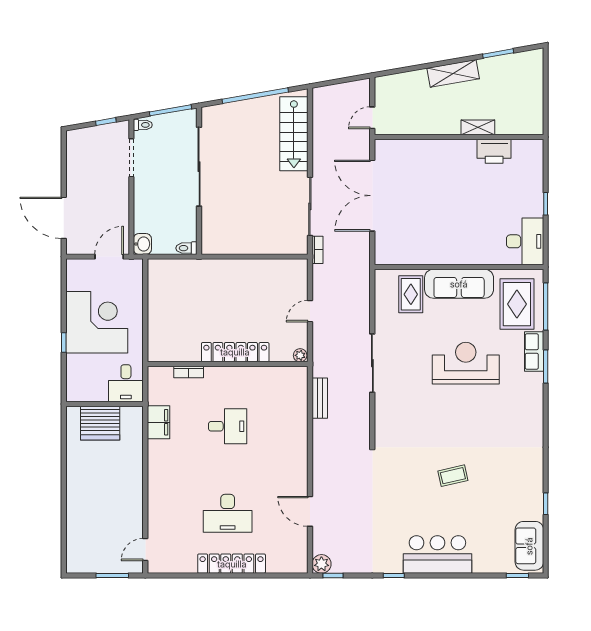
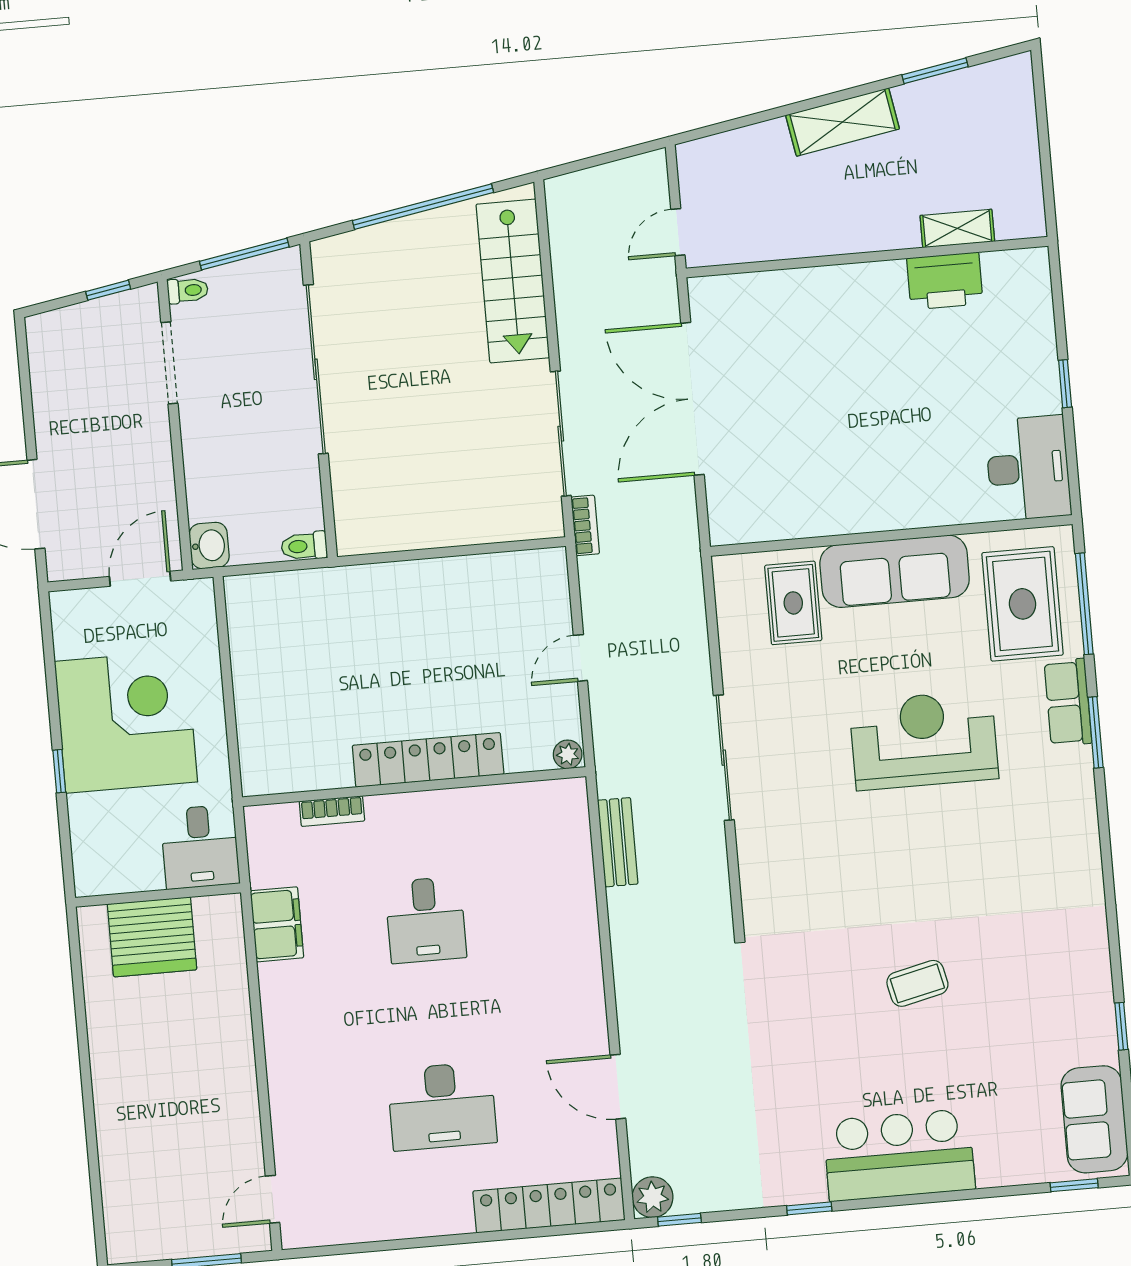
shelving: (478, 127) -> (957, 228), moved
desk: (228, 426) -> (426, 920), turned 90
locker: (232, 564) -> (549, 1205), moved

